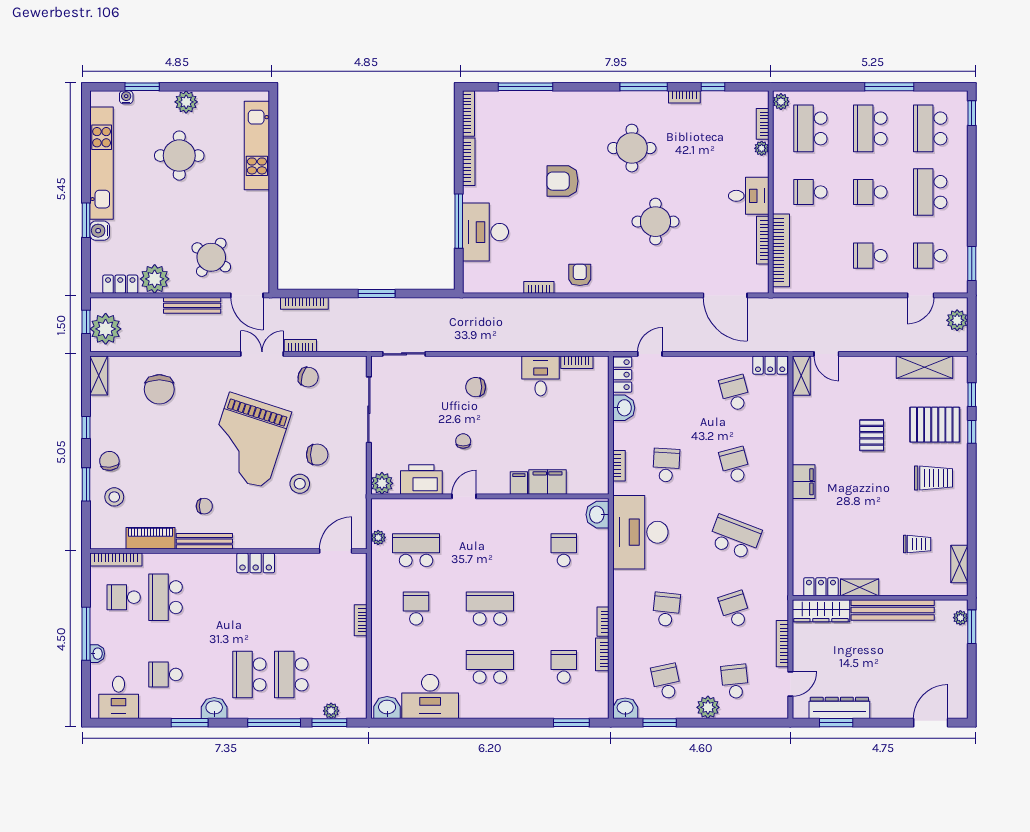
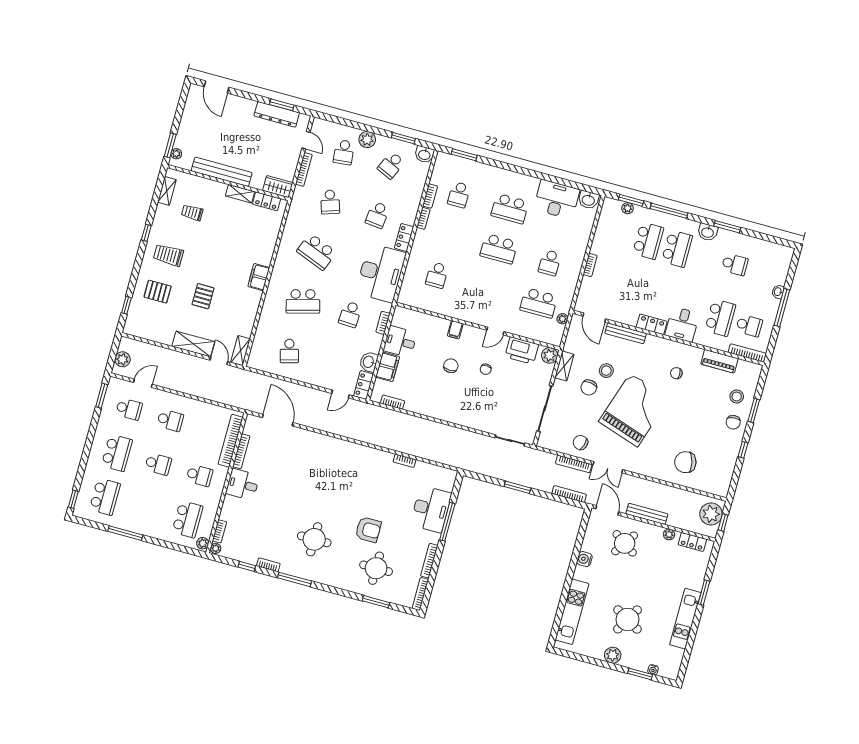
window: (525, 87) -> (376, 602), width x0.69
school desk: (870, 128) -> (146, 508), removed
plant: (762, 148) -> (216, 548), moved
round table: (179, 156) -> (628, 619), turned 30
kitchen unit: (102, 163) -> (685, 619), width x0.73
round table: (655, 222) -> (376, 568), moved
water cooler: (100, 231) -> (584, 559), moved, turned 180
armchair: (580, 275) -> (374, 462), removed
plant: (155, 279) -> (669, 534), width x0.53, depth x0.53
bookcase: (300, 346) -> (574, 464), width x1.56
locker: (770, 365) -> (404, 237), moved, turned -90
shelving: (924, 367) -> (193, 344), moved
shelving: (99, 375) -> (564, 366), moved
desk: (541, 376) -> (400, 342), moved, turned 90
chair: (476, 387) -> (451, 366), moved, turned -90
chair: (159, 389) -> (685, 462), turned -104
pallet: (935, 425) -> (158, 292), width x0.67, depth x0.71
window: (972, 432) -> (146, 233), moved
chair: (317, 455) -> (589, 387), turned -82
school desk: (735, 465) -> (303, 301), width x1.85
filing cabinet: (548, 482) -> (388, 367), moved, turned -90
washbasin: (597, 515) -> (407, 293), removed
bench: (204, 541) -> (626, 333), moved
door: (336, 551) -> (594, 318), hinge flipped
wardrobe: (821, 611) -> (278, 187), width x0.67
school desk: (666, 682) -> (391, 165), turned 36
door: (790, 684) -> (306, 140), swing flipped
desk: (119, 697) -> (682, 324), moved, turned 180
door: (931, 723) -> (217, 87), hinge flipped

